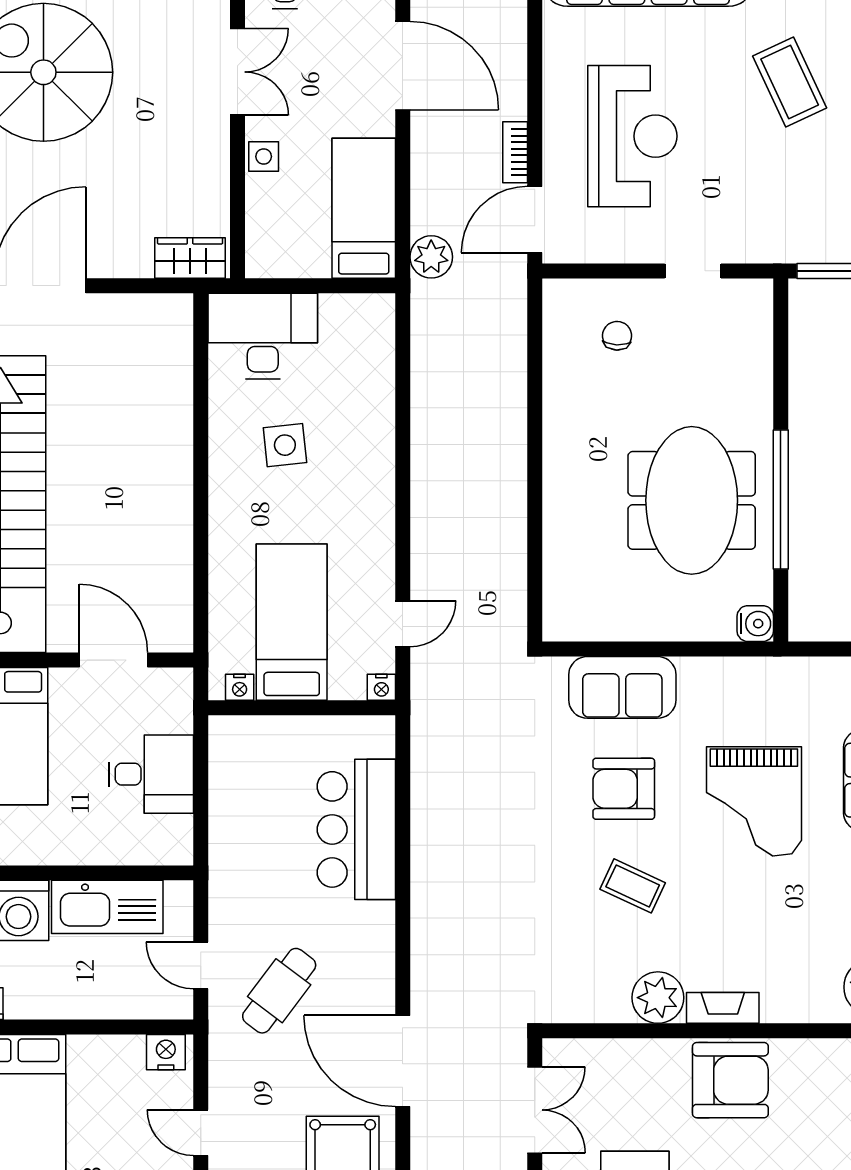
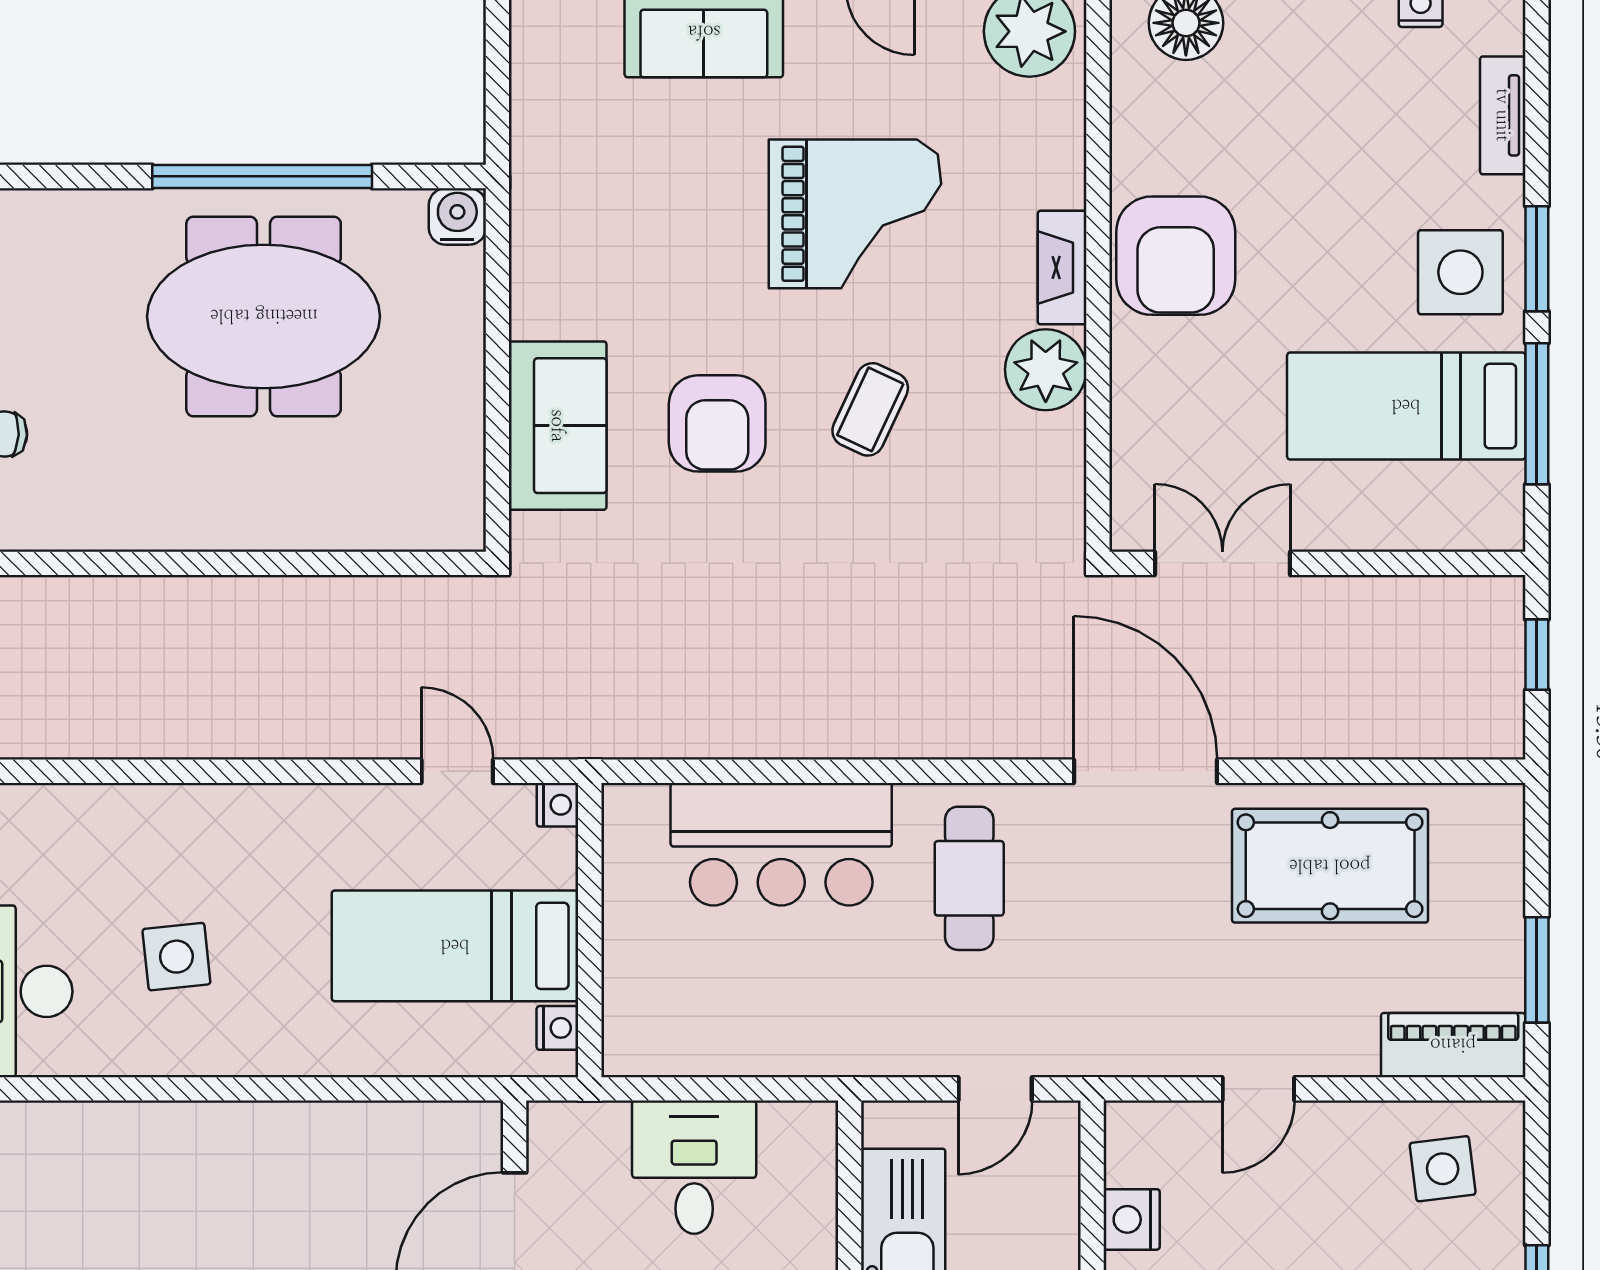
grand piano: (754, 801) -> (855, 214), moved
cafe table: (279, 991) -> (969, 878), moved, turned 53
nightstand: (166, 1052) -> (1132, 1219), moved
door: (403, 1061) -> (1146, 771), swing flipped
armchair: (730, 1080) -> (1176, 256), turned 180

